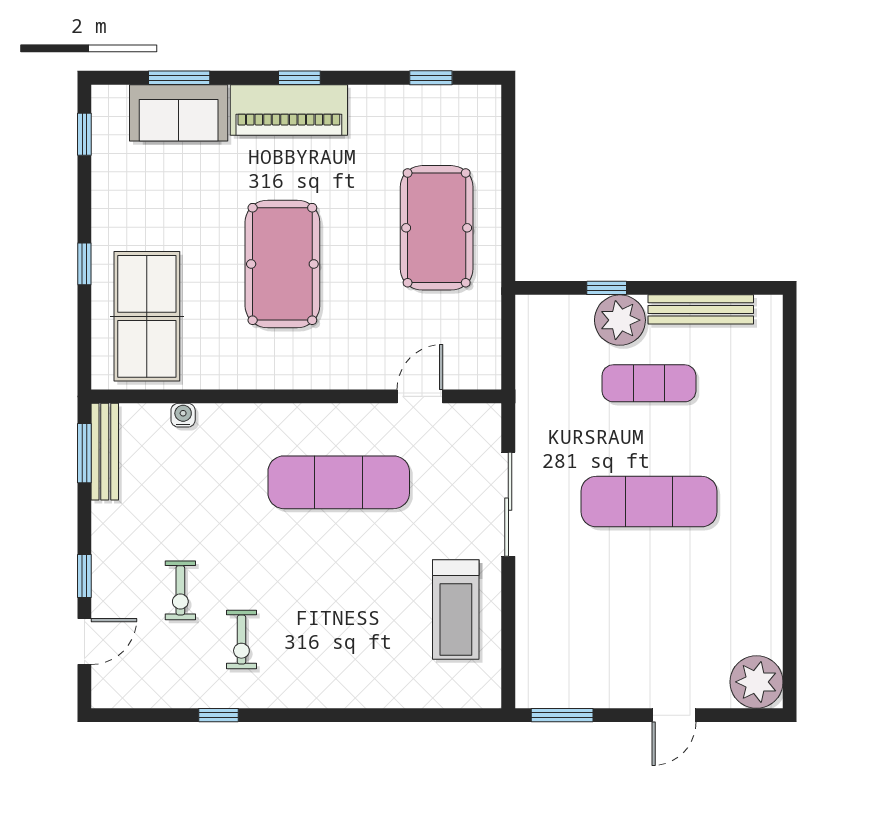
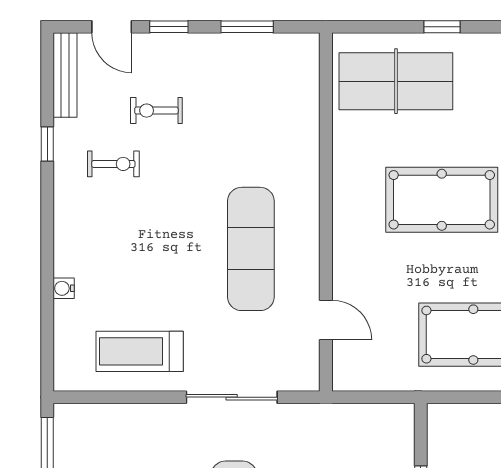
water cooler: (183, 415) -> (64, 288), moved, turned 180
bench: (105, 452) -> (65, 75), moved, turned 90
window: (84, 453) -> (247, 27), moved
exercise bike: (241, 640) -> (113, 164), turned 180

